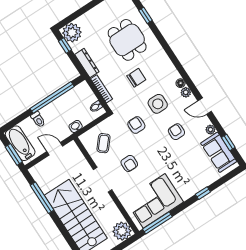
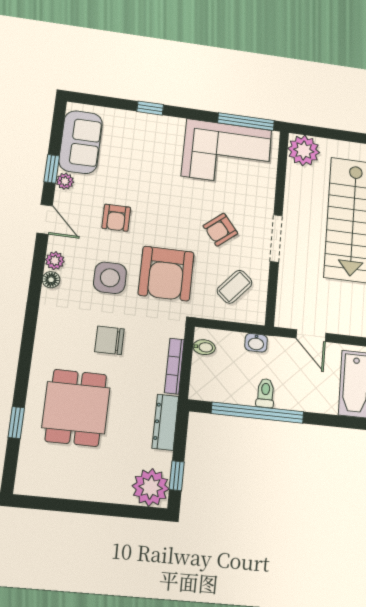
toilet: (38, 119) -> (265, 393), moved
armchair: (136, 125) -> (166, 273), width x1.88, depth x1.88
window: (228, 142) -> (52, 169), moved
armchair: (129, 163) -> (220, 230), turned -129

